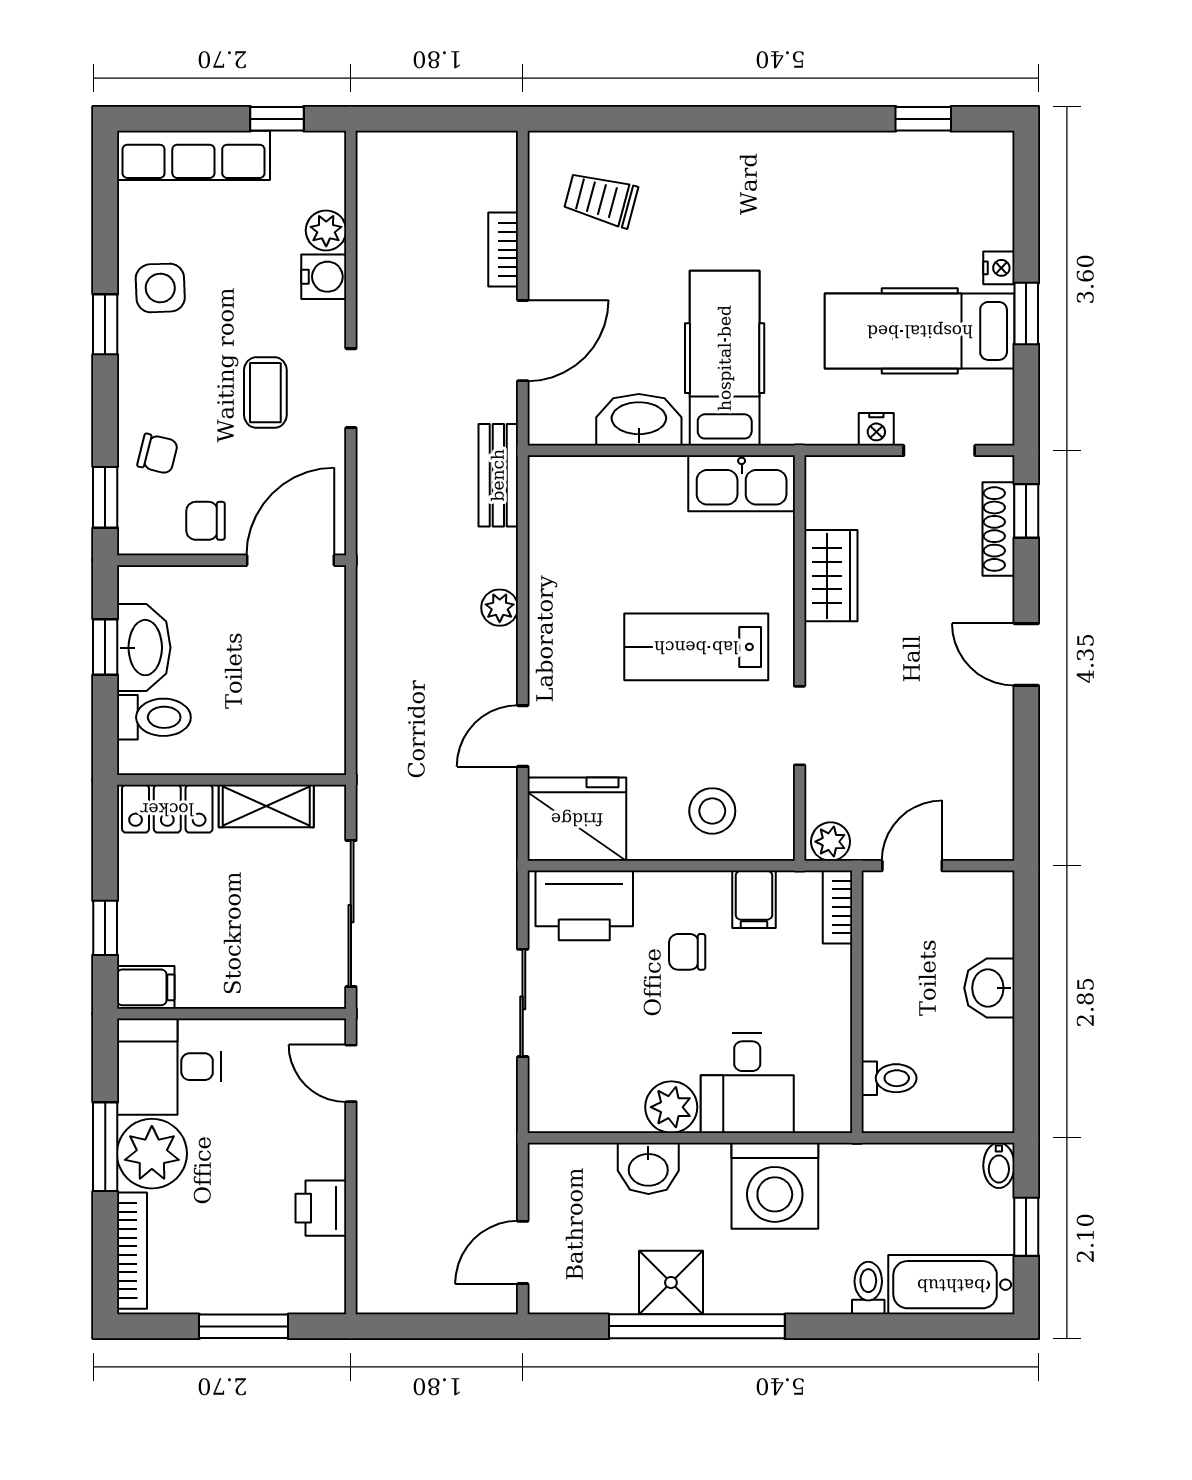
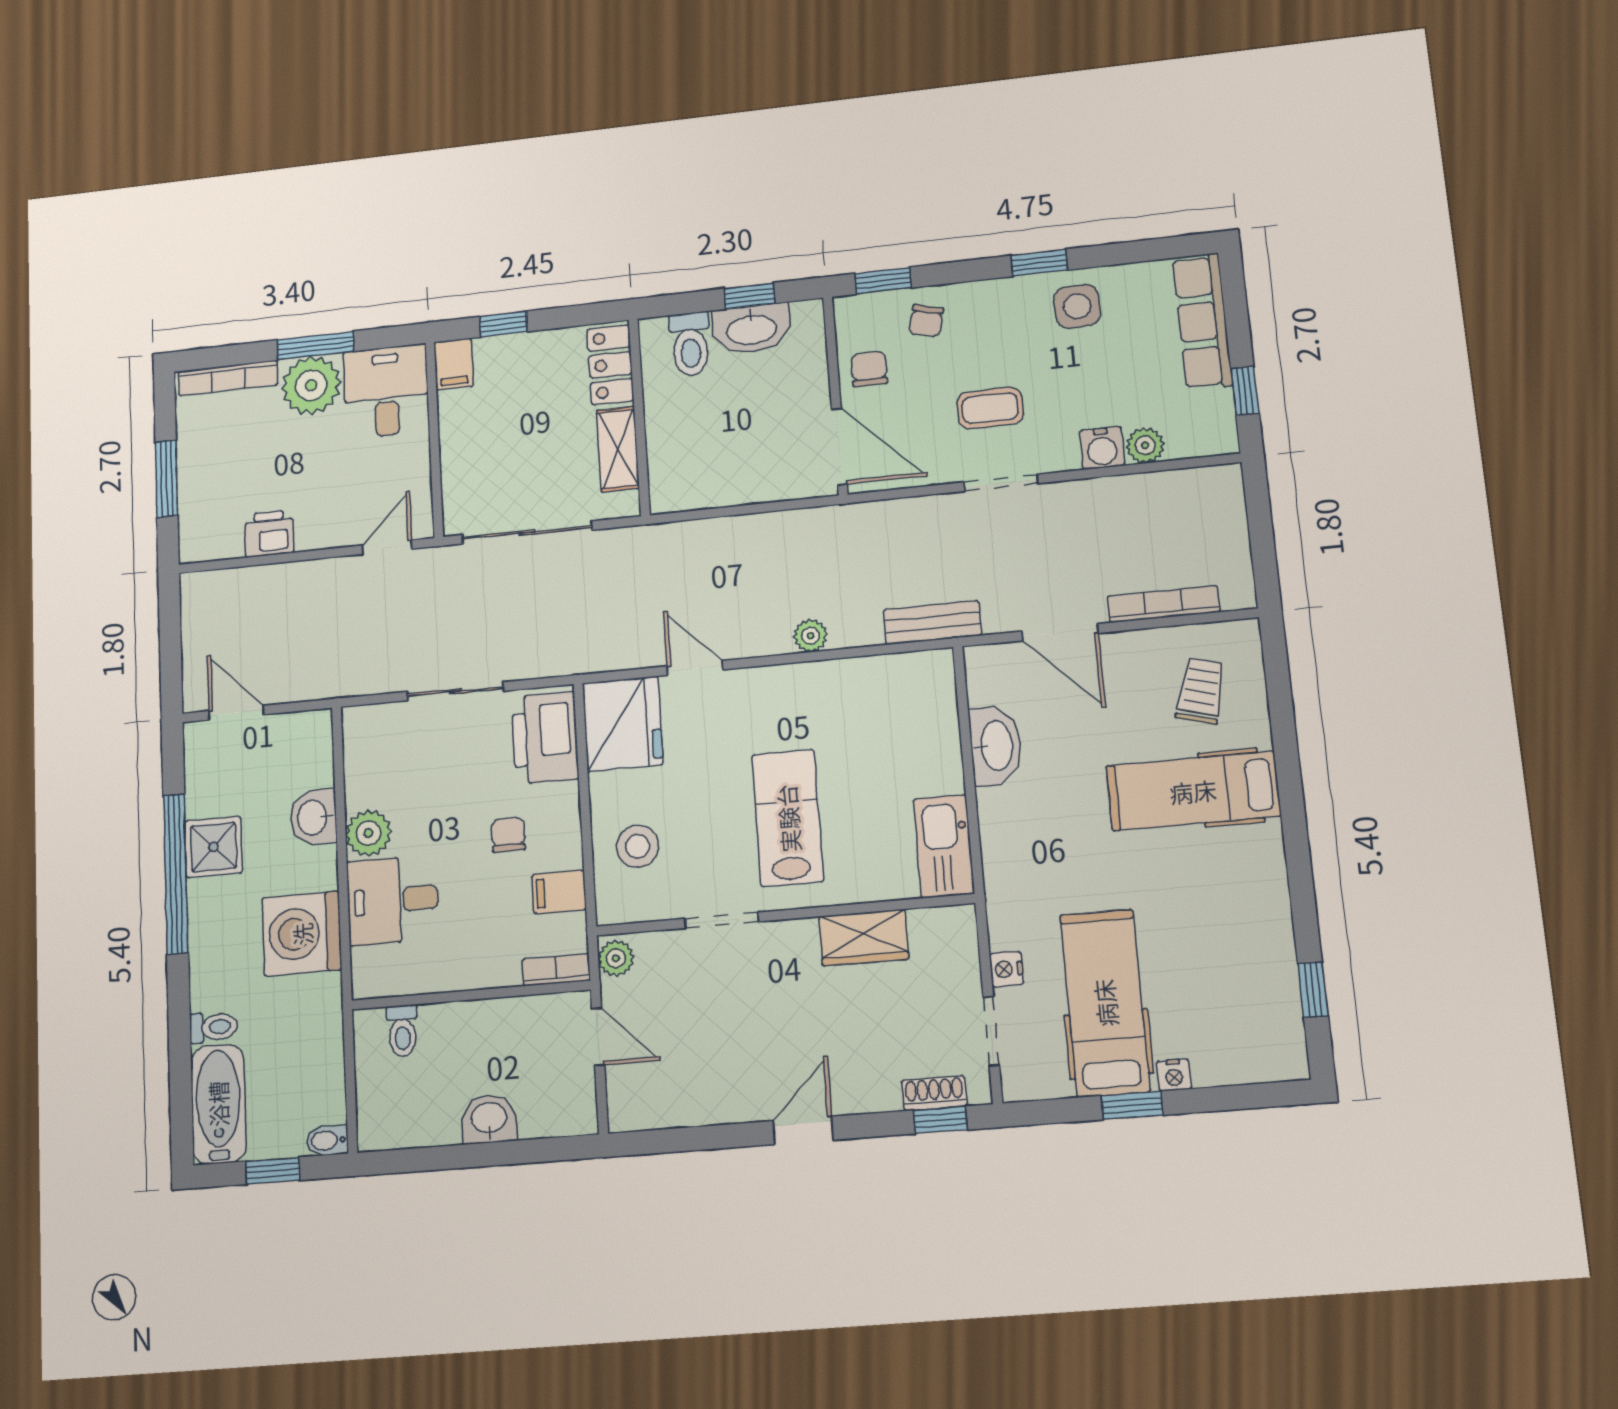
bookcase: (503, 250) -> (1163, 604), width x1.56
hospital bed: (725, 358) -> (1193, 791), moved, turned 180
shoe rack: (998, 529) -> (934, 1093), width x0.70

